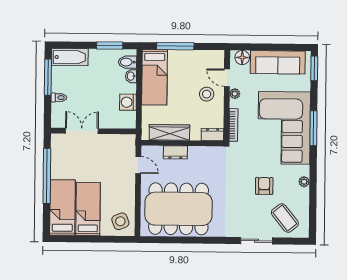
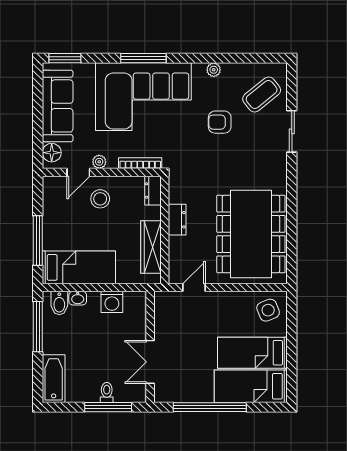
window: (110, 45) -> (38, 327), width x1.44
window: (48, 77) -> (108, 407), moved
dresser: (175, 152) -> (177, 220), moved

